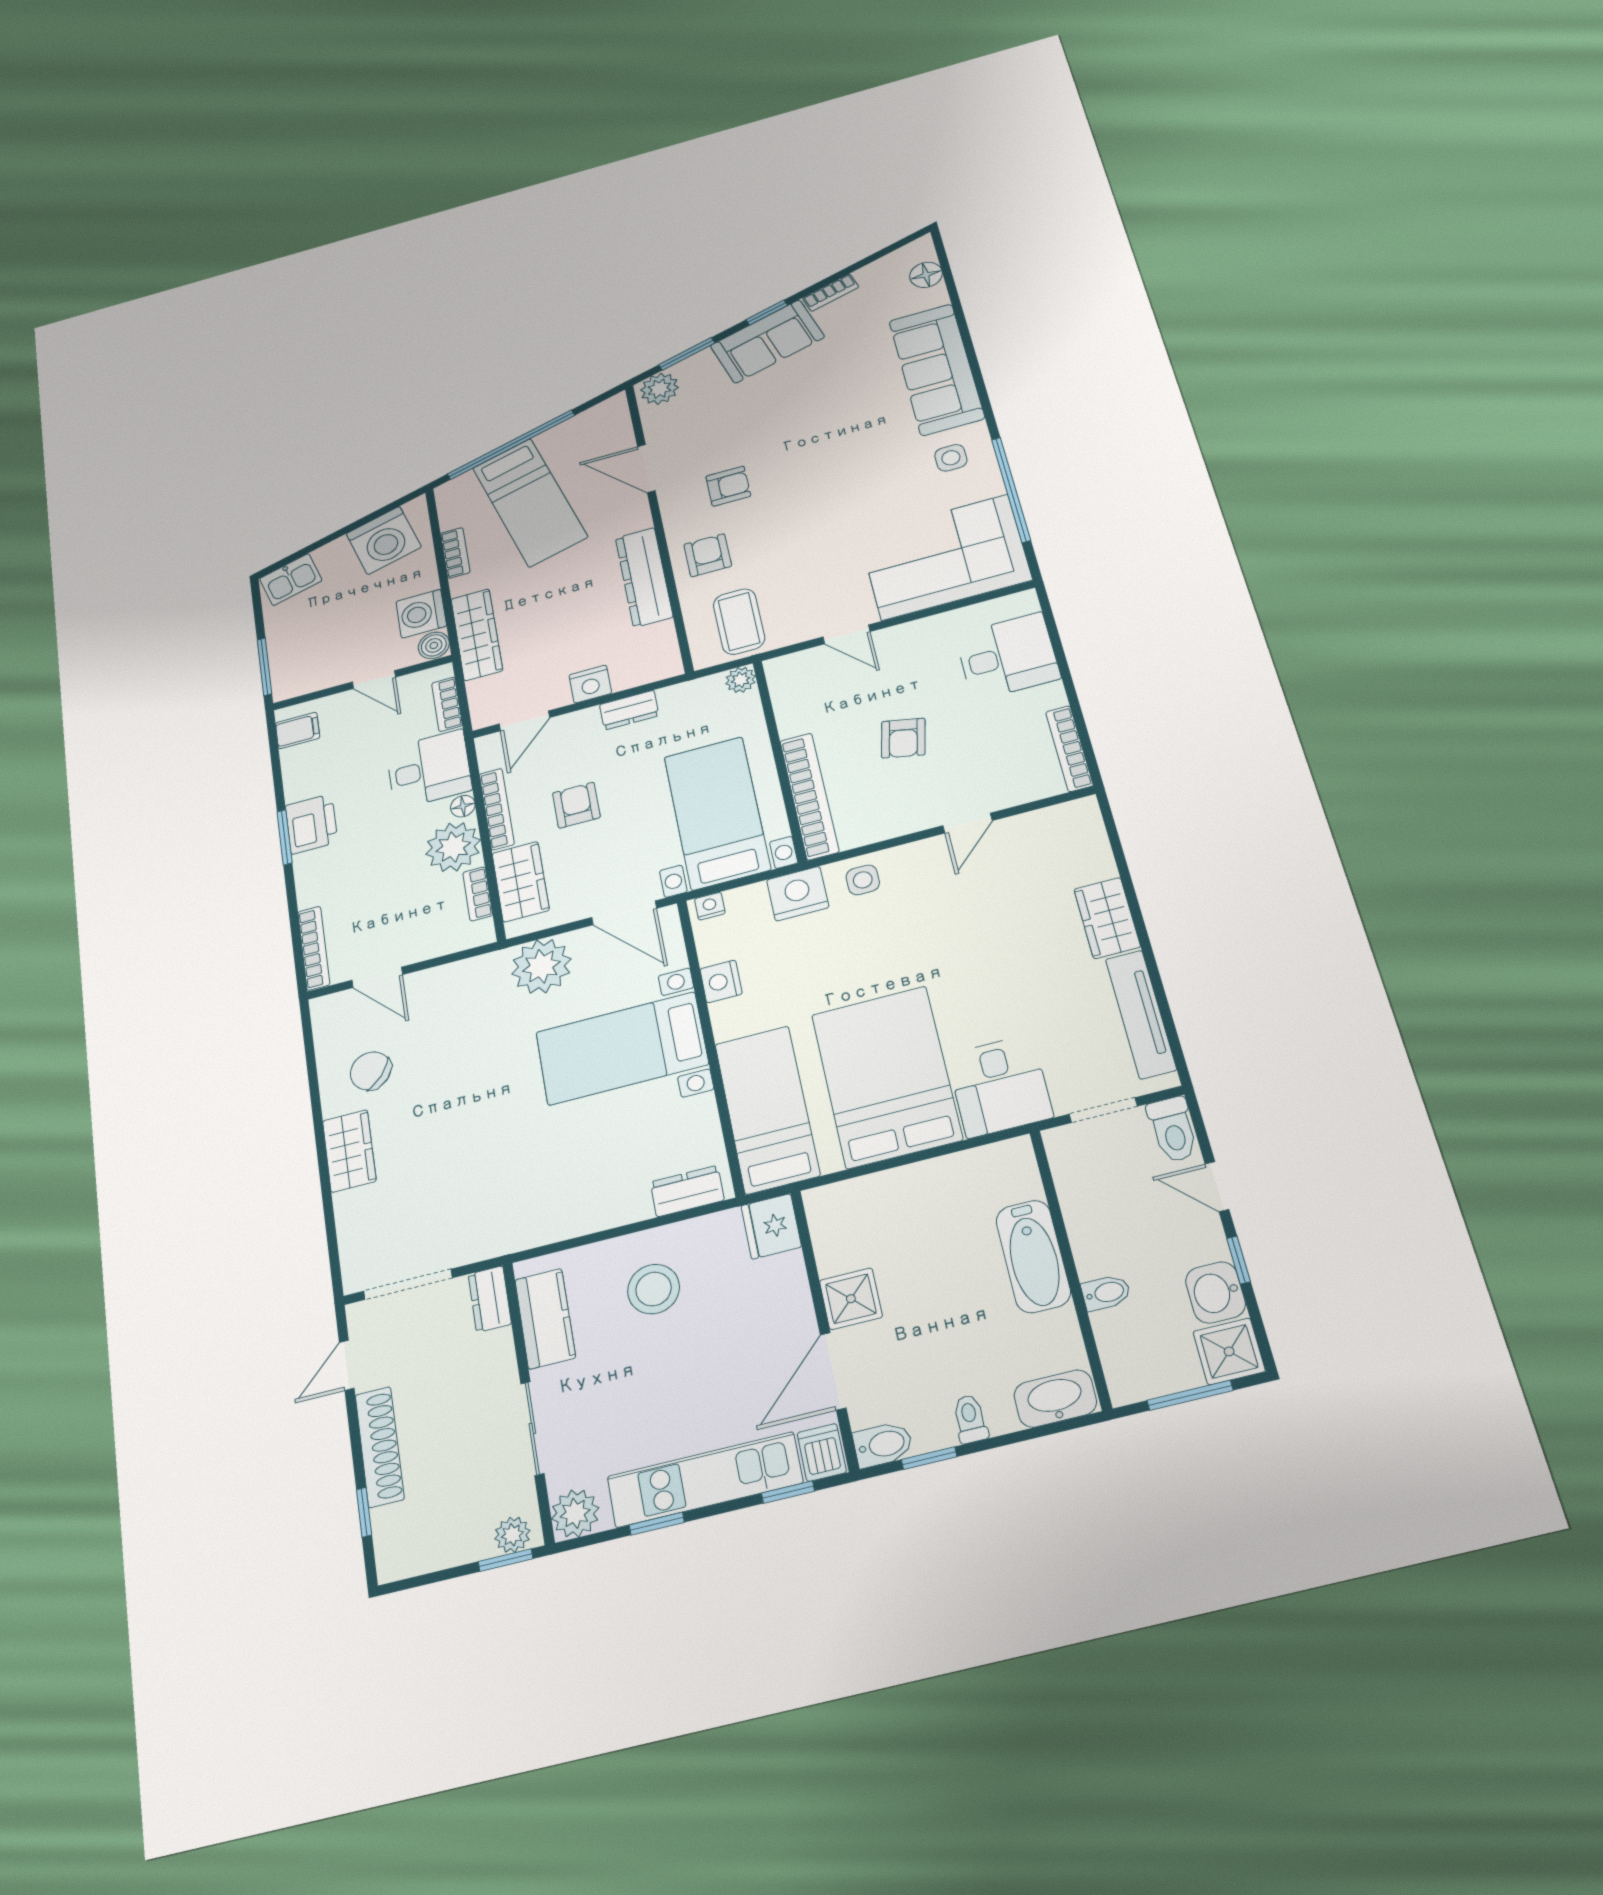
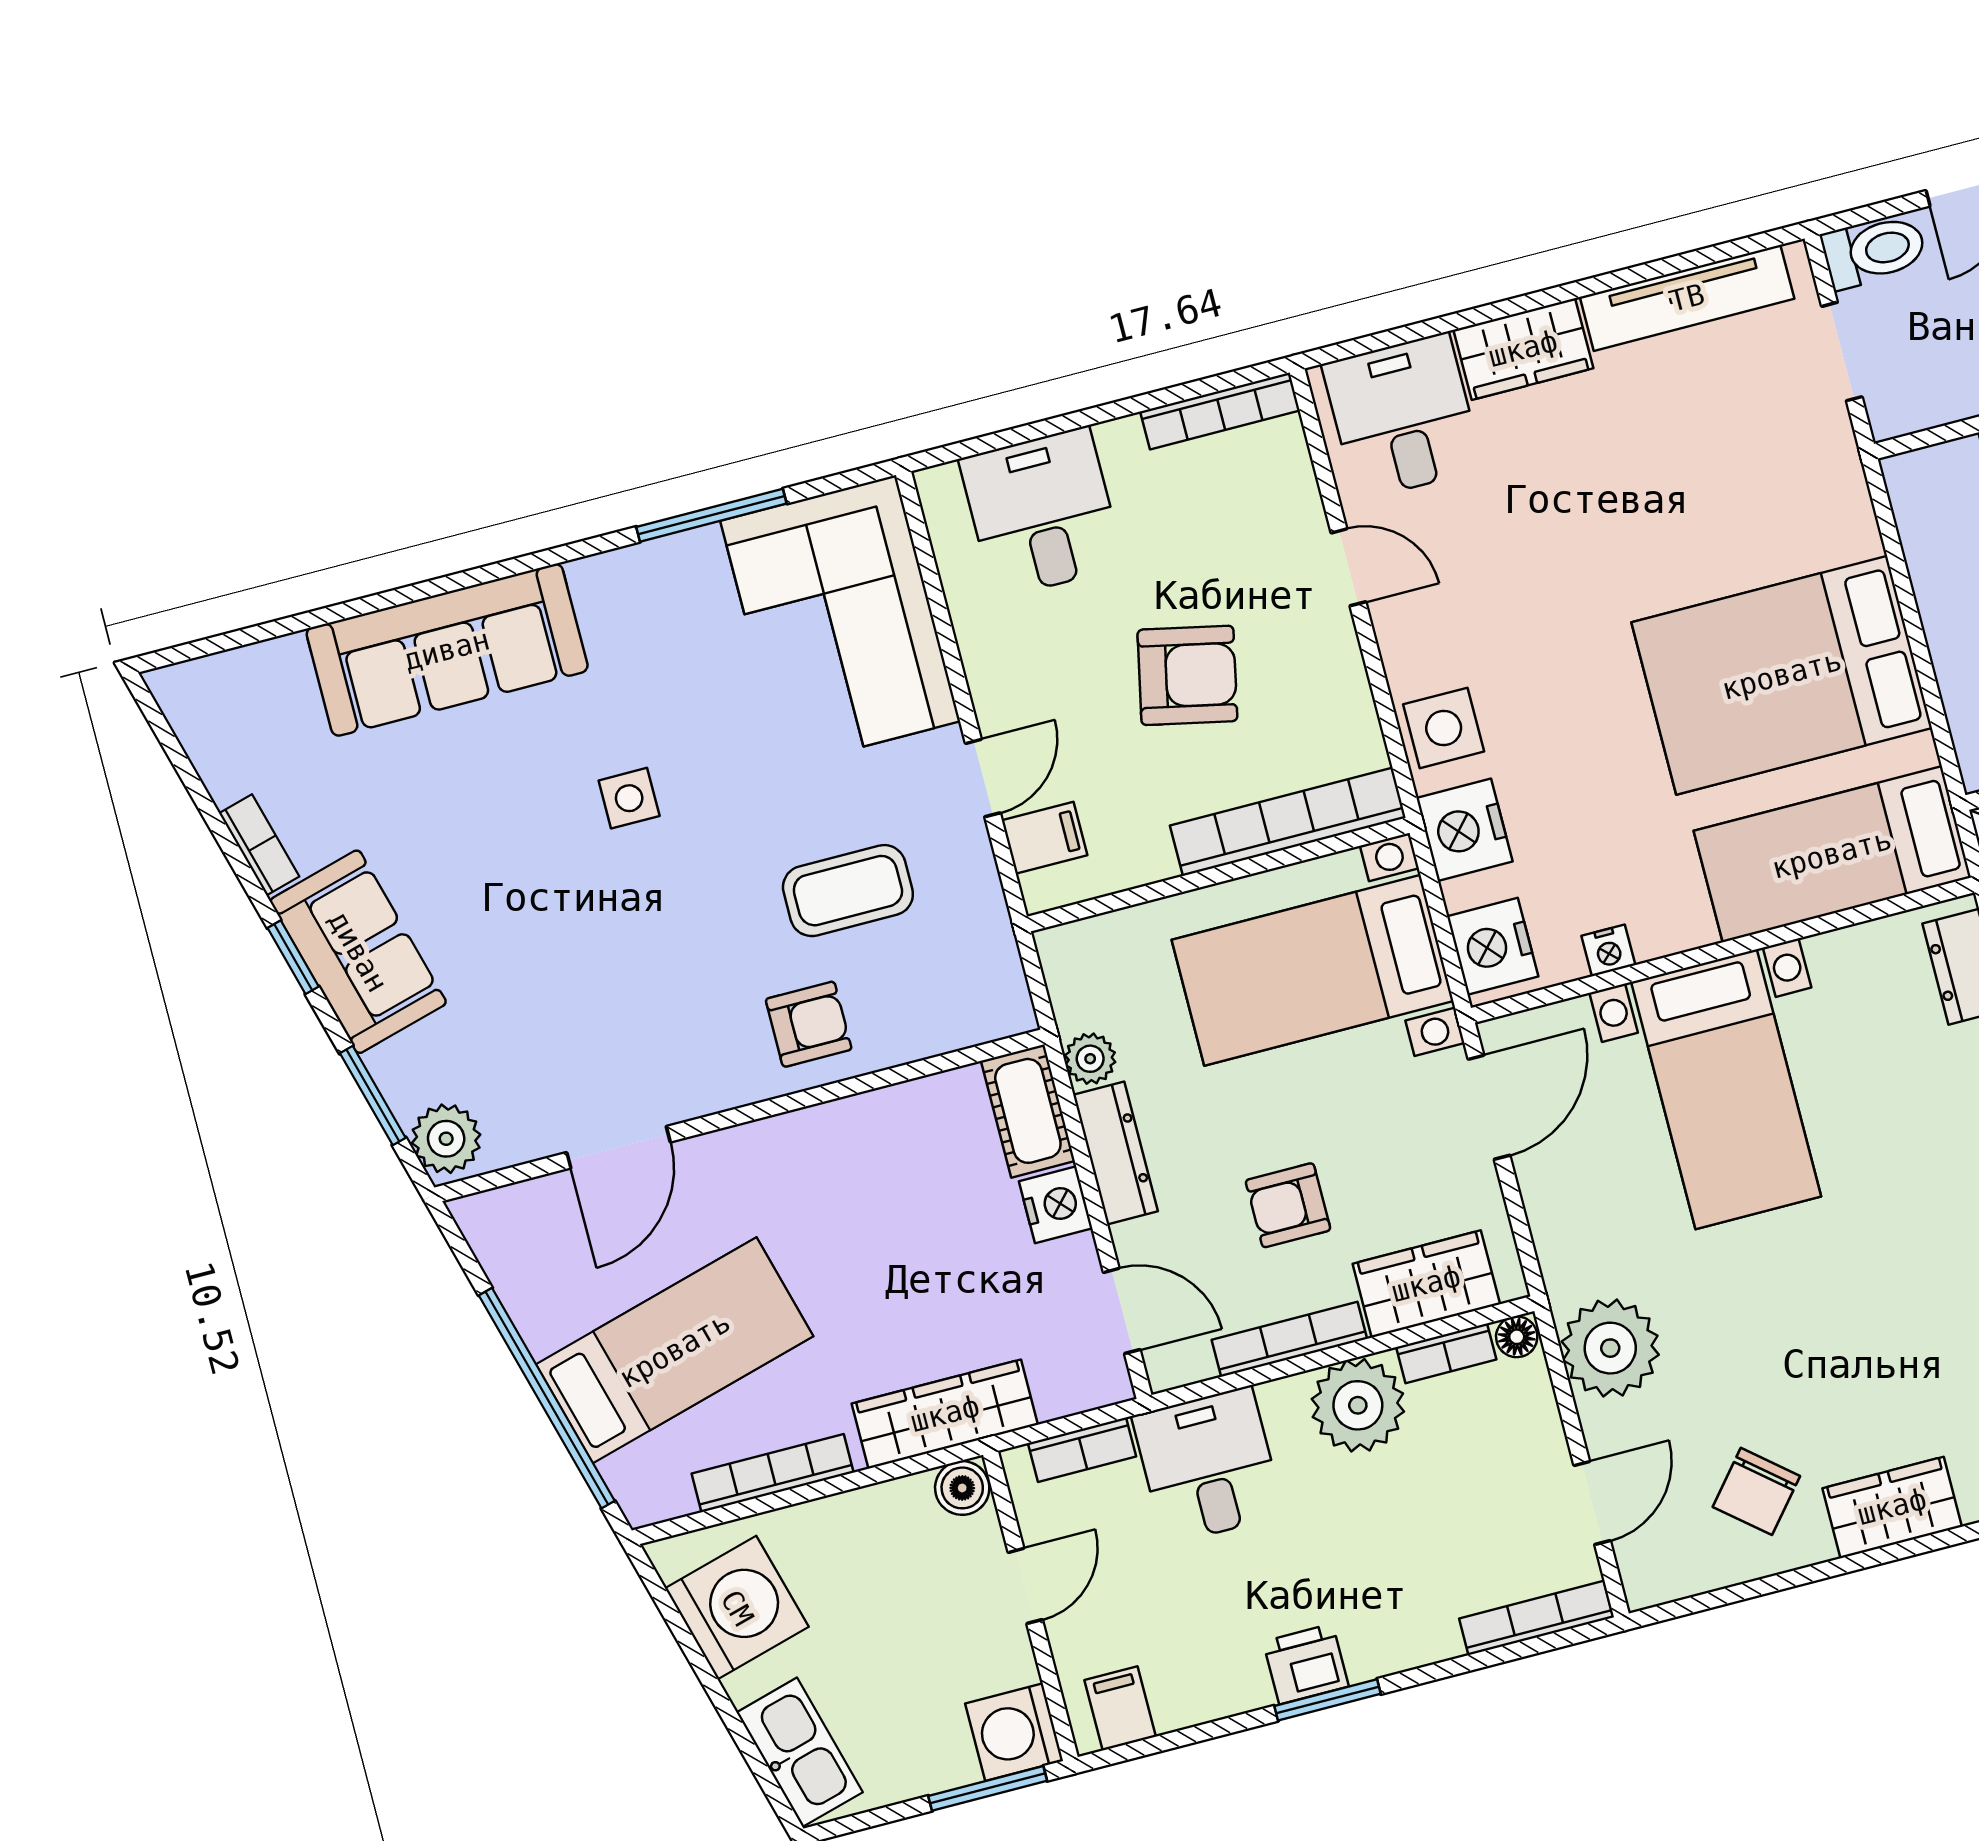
floor lamp: (926, 275) -> (236, 676), removed
side table: (951, 458) -> (629, 798), moved
armchair: (728, 486) -> (667, 999), removed
window: (1011, 490) -> (711, 515), width x0.68
bookcase: (455, 553) -> (773, 1473), width x1.56
armchair: (708, 555) -> (809, 1024), turned 180
dresser: (644, 577) -> (846, 1131), removed
kitchen sink: (291, 580) -> (800, 1752), width x1.38
washing machine: (421, 614) -> (1014, 1732), moved, turned 90
coffee table: (739, 622) -> (848, 891), moved
cot: (647, 667) -> (1028, 1111), added
filing cabinet: (808, 668) -> (1045, 838), added
plant: (741, 680) -> (1090, 1059), moved
dresser: (629, 710) -> (1116, 1153), width x1.44
armchair: (903, 738) -> (1187, 675), width x1.38, depth x1.38
floor lamp: (463, 806) -> (1517, 1337), moved
printer: (311, 824) -> (1306, 1664), width x0.73, depth x0.81
side table: (863, 880) -> (1444, 728), width x1.37, depth x1.37
nightstand: (710, 906) -> (1493, 946), width x1.89, depth x1.79
plant: (541, 966) -> (1610, 1348), moved
nightstand: (721, 981) -> (1608, 950), width x0.72, depth x0.74
desk: (1000, 1086) -> (1403, 417), moved, turned -90

